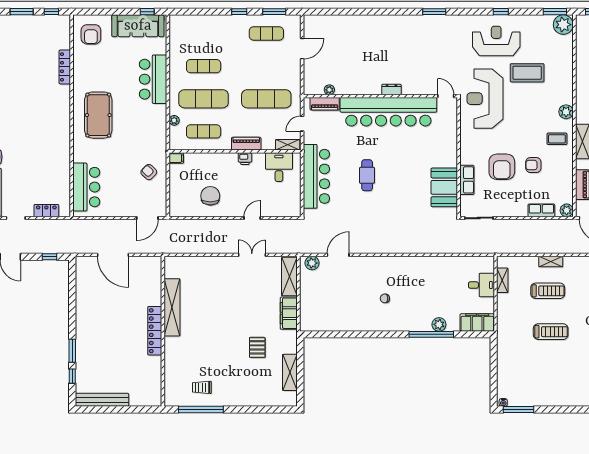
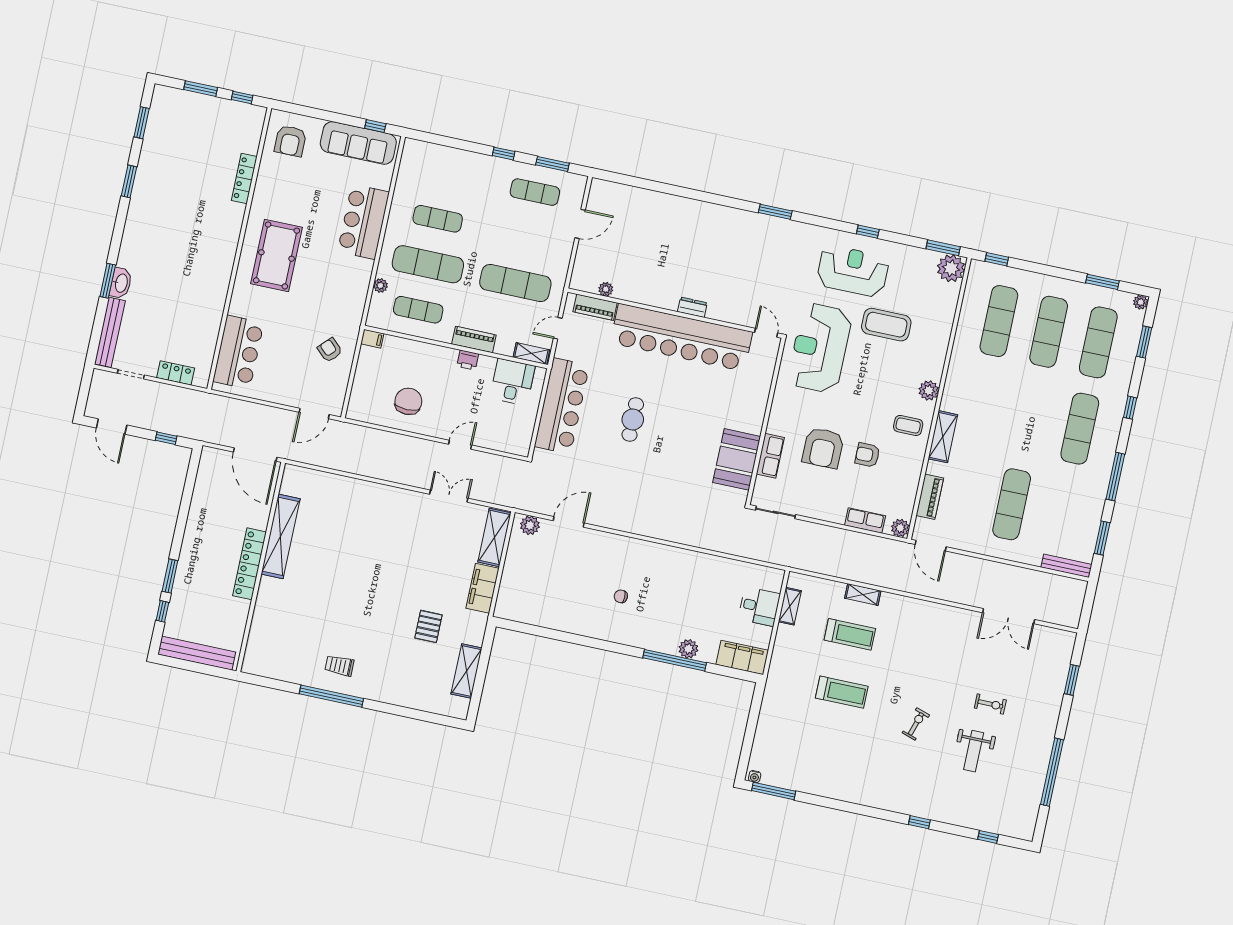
shelving: (172, 307) -> (281, 536), moved
locker: (155, 331) -> (250, 564), moved
wall: (163, 331) -> (261, 567), moved

